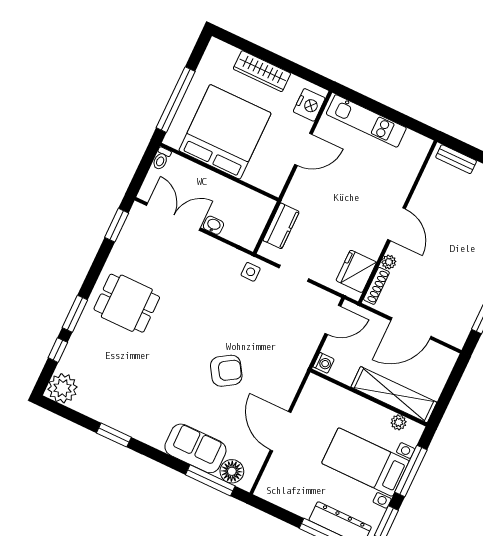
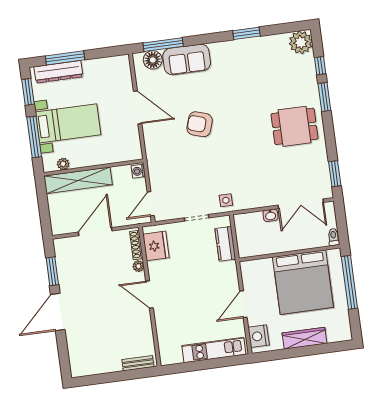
armchair: (226, 371) -> (200, 124), turned 50

